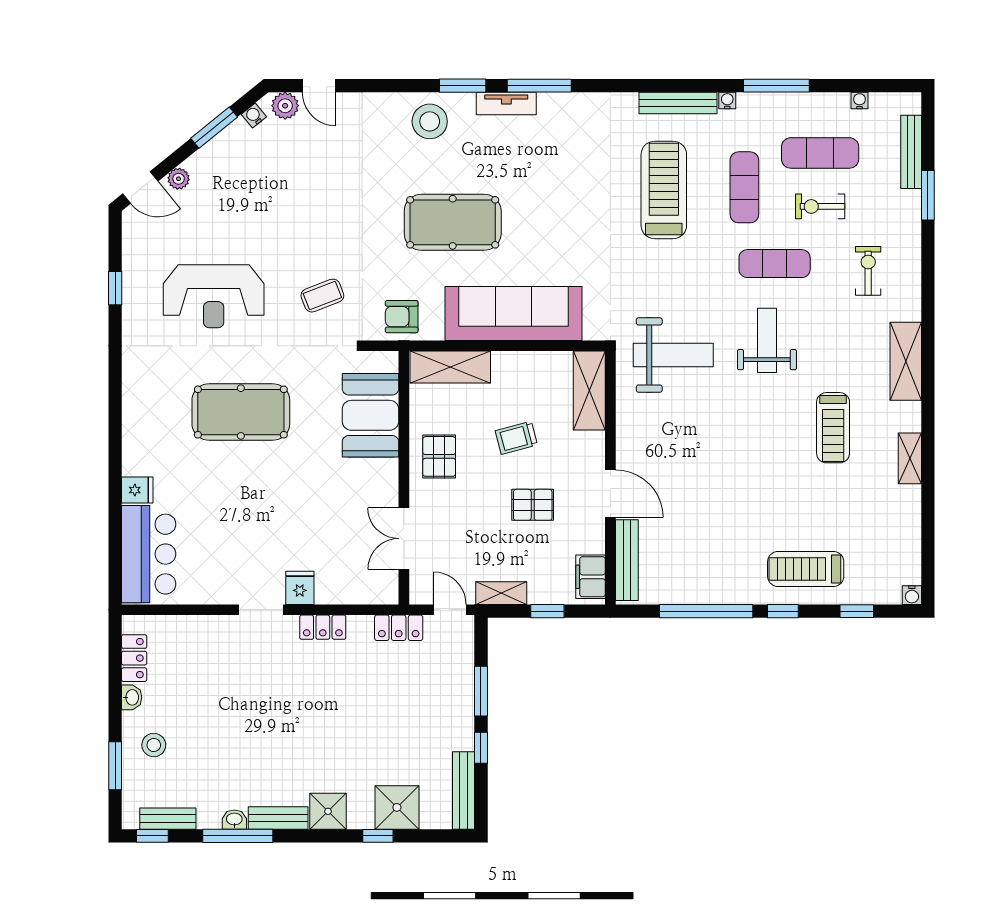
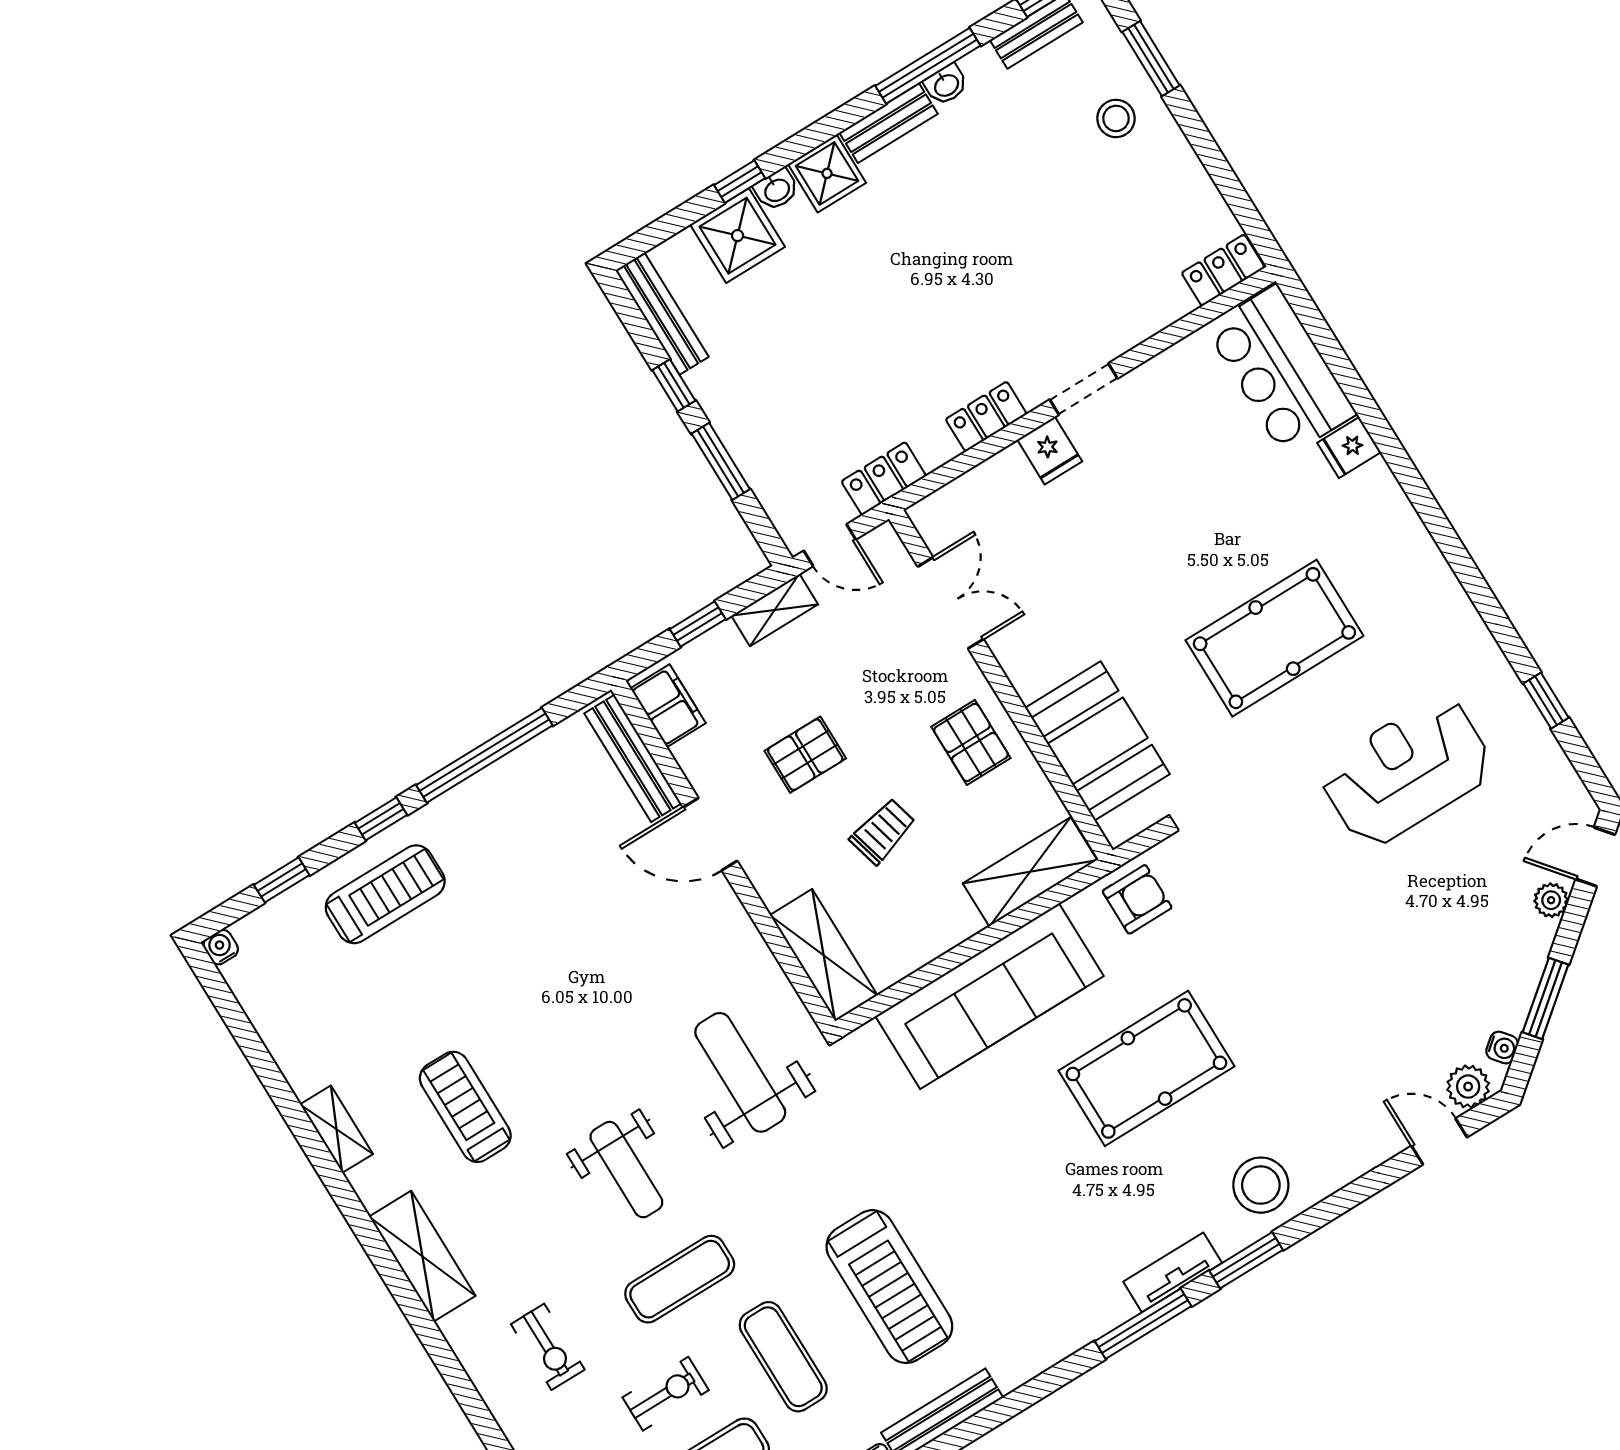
coffee table: (322, 296) -> (1261, 862), removed
weight bench: (673, 355) -> (740, 1072), turned 90
locker: (134, 658) -> (1223, 270), moved, turned 90
washbasin: (132, 697) -> (777, 190), moved, turned -90

